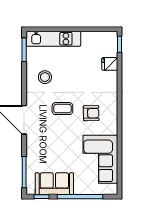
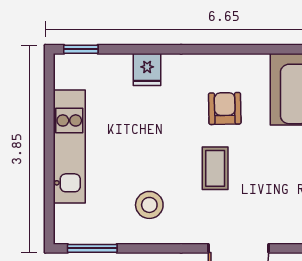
kitchen unit: (53, 39) -> (69, 147), moved
fridge: (110, 64) -> (147, 70), moved

